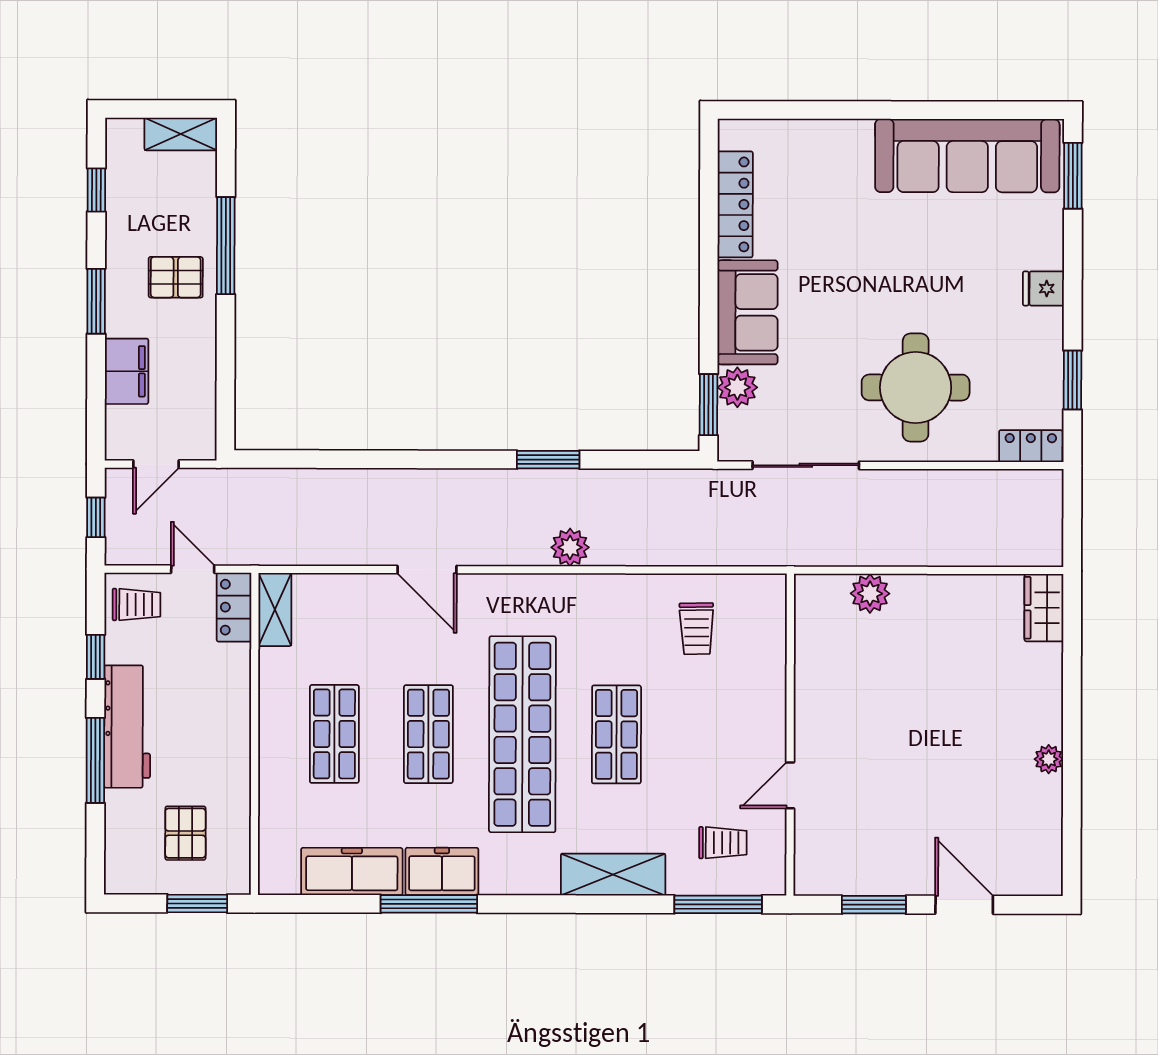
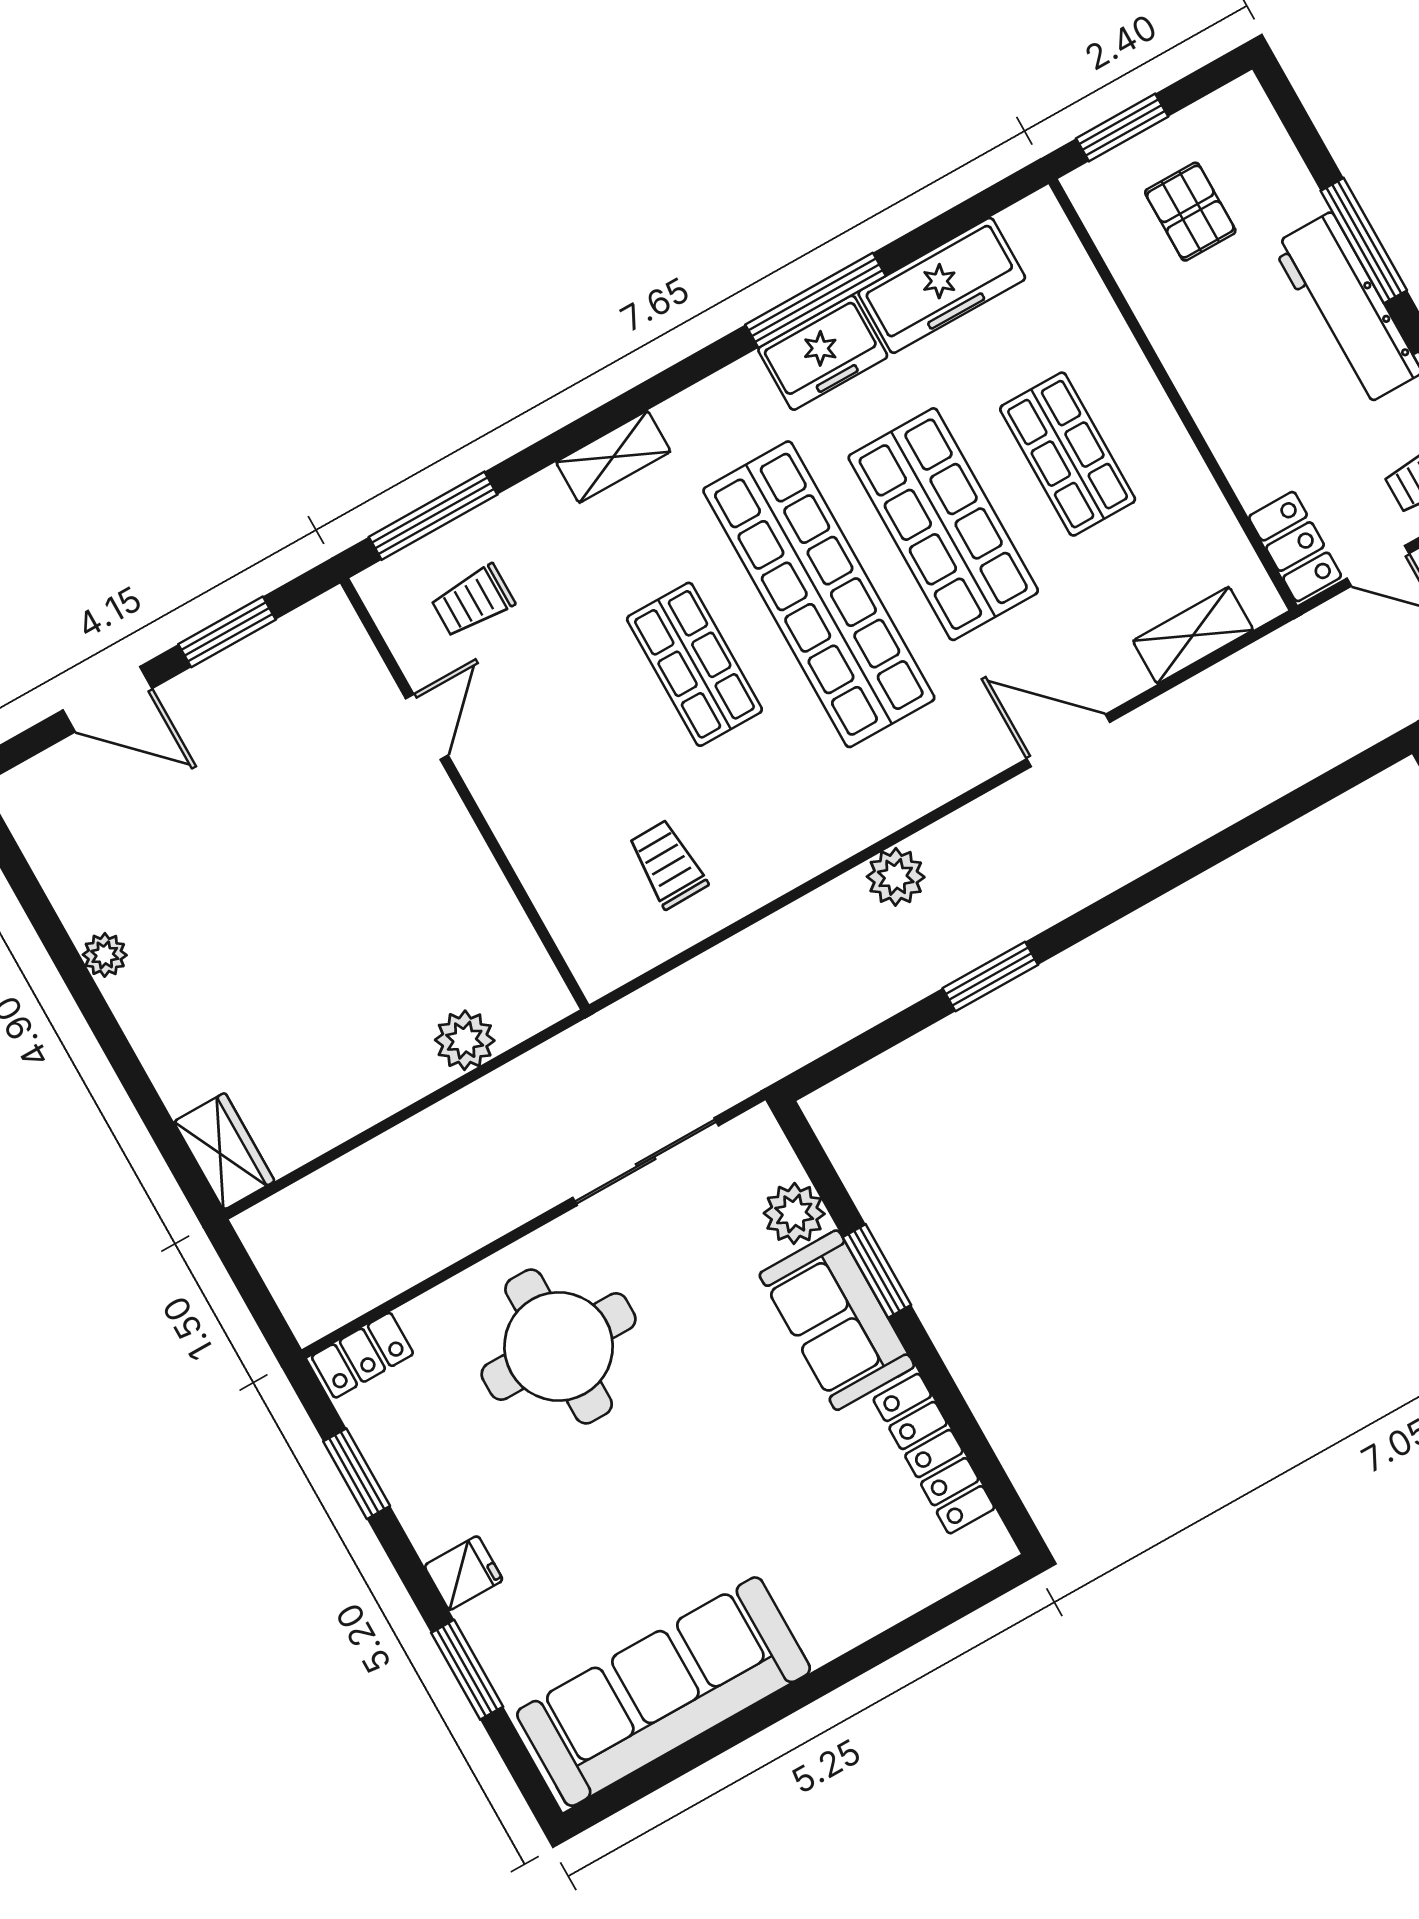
window: (1073, 176) -> (467, 1670), moved
window: (708, 405) -> (877, 1271), moved
shelving: (275, 609) -> (1193, 635), moved, turned 90
shop shelf: (428, 734) -> (943, 524), width x1.43, depth x1.36
shelving: (613, 875) -> (613, 457), width x0.67, depth x0.75

